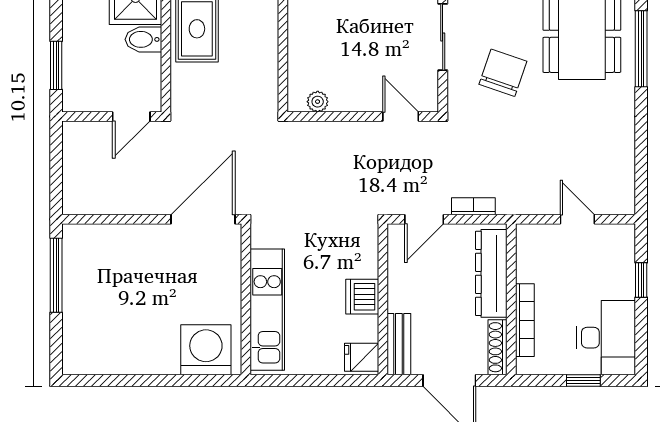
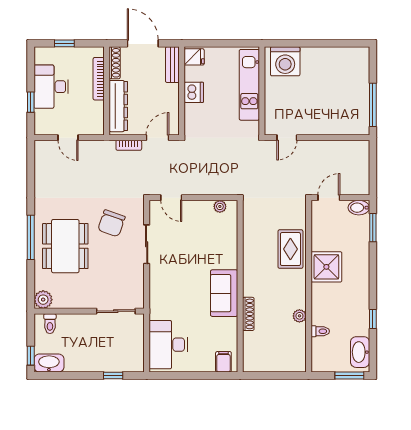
bidet: (143, 39) -> (359, 208), moved, turned 180
door: (203, 219) -> (287, 138), width x0.53
desk: (606, 338) -> (51, 87), moved

